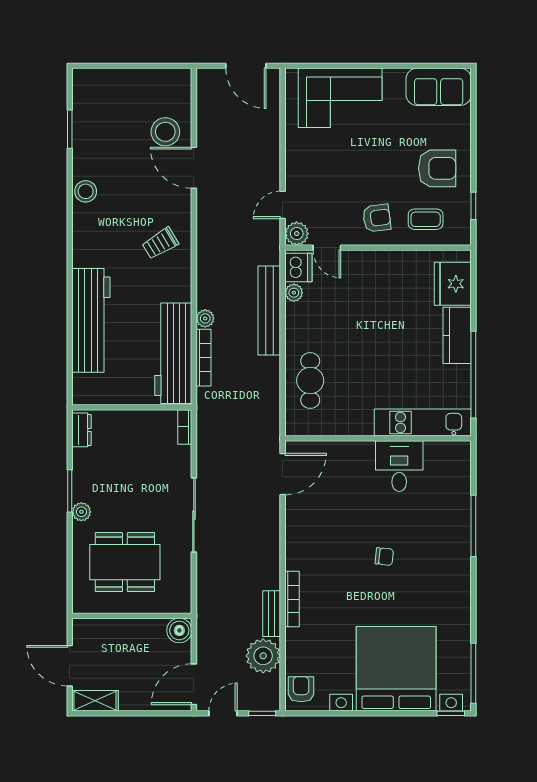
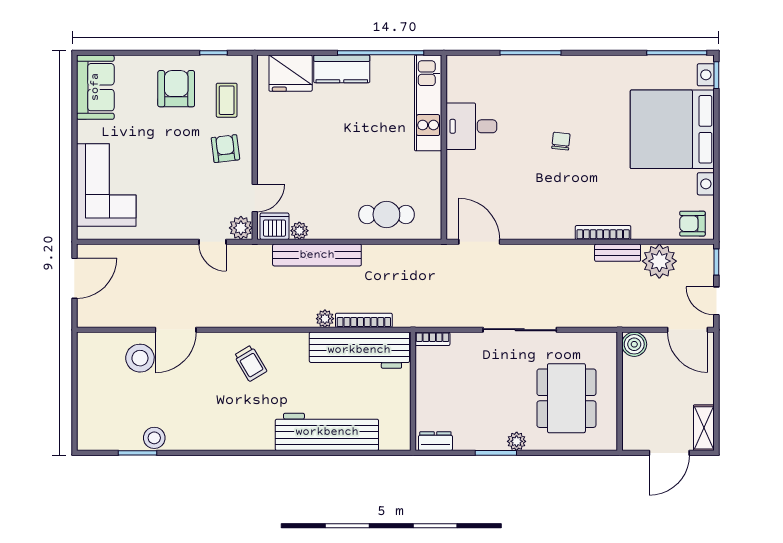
stool: (86, 191) -> (154, 438), moved

